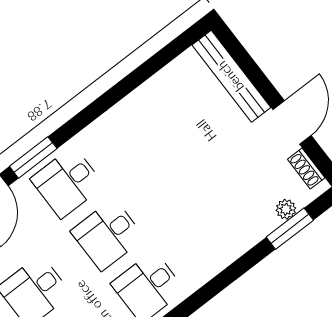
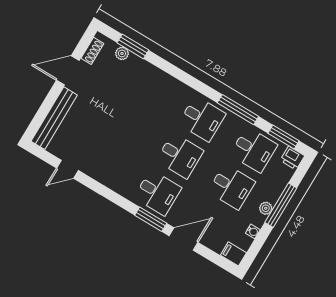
door: (151, 67) -> (67, 169), added

